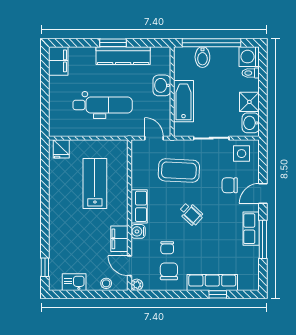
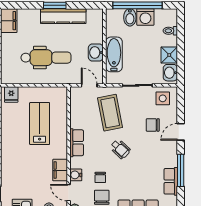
washing machine: (249, 57) -> (145, 17), moved, turned -90
washbasin: (162, 85) -> (96, 52), moved
coffee table: (179, 171) -> (110, 113), turned 76
row of seats: (251, 229) -> (171, 181), moved
water cooler: (138, 231) -> (76, 175), moved

